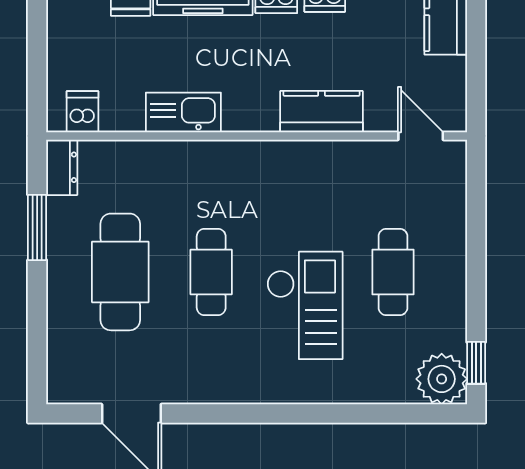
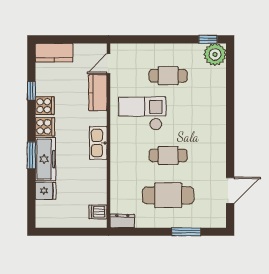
kitchen sink: (183, 112) -> (98, 143), moved
kitchen counter: (322, 112) -> (98, 93), moved
window: (37, 227) -> (186, 232), moved
checkout: (305, 305) -> (142, 113), moved

